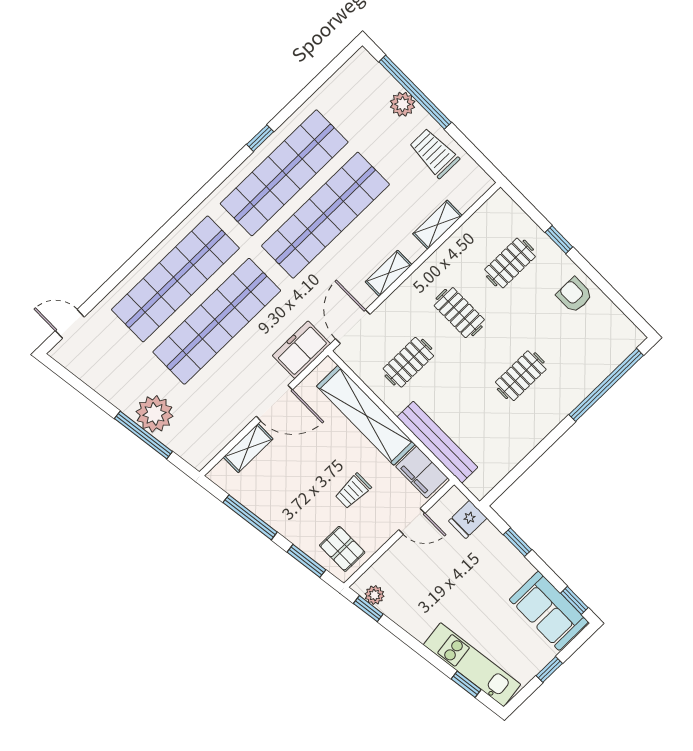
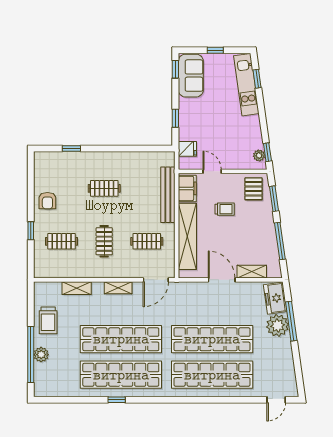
door: (70, 324) -> (276, 400), hinge flipped
freezer: (302, 350) -> (275, 298), moved, turned 82
window: (606, 385) -> (71, 149), width x0.32

